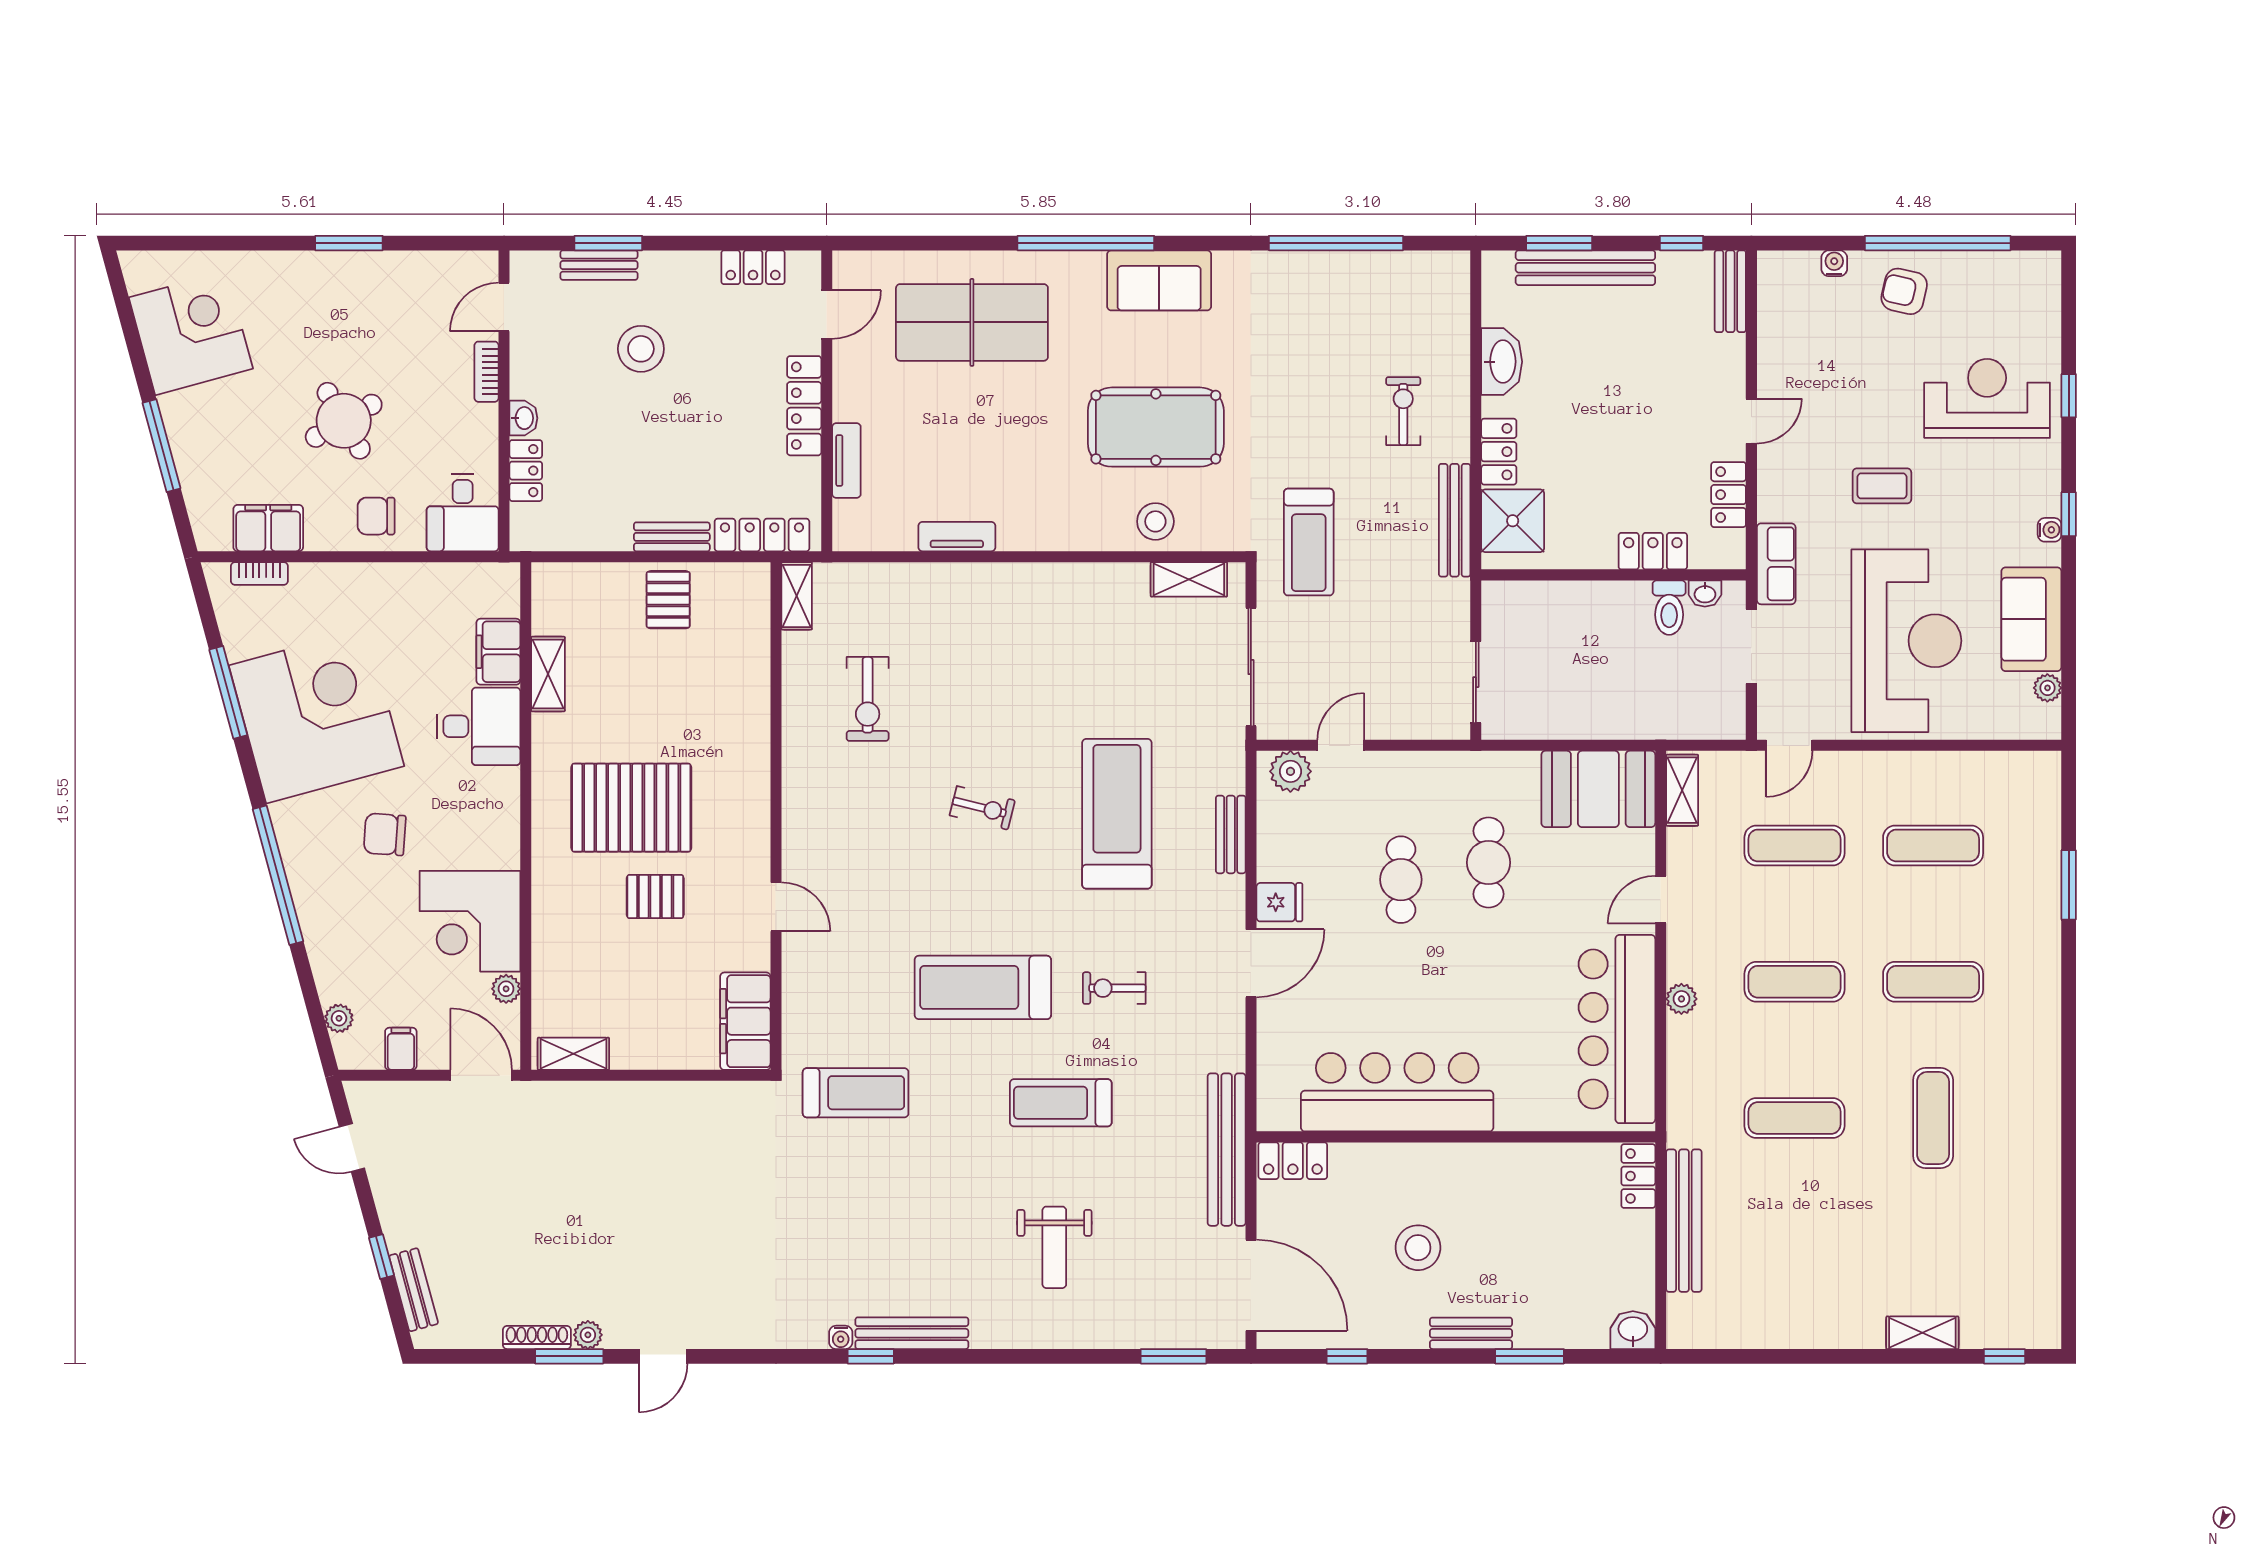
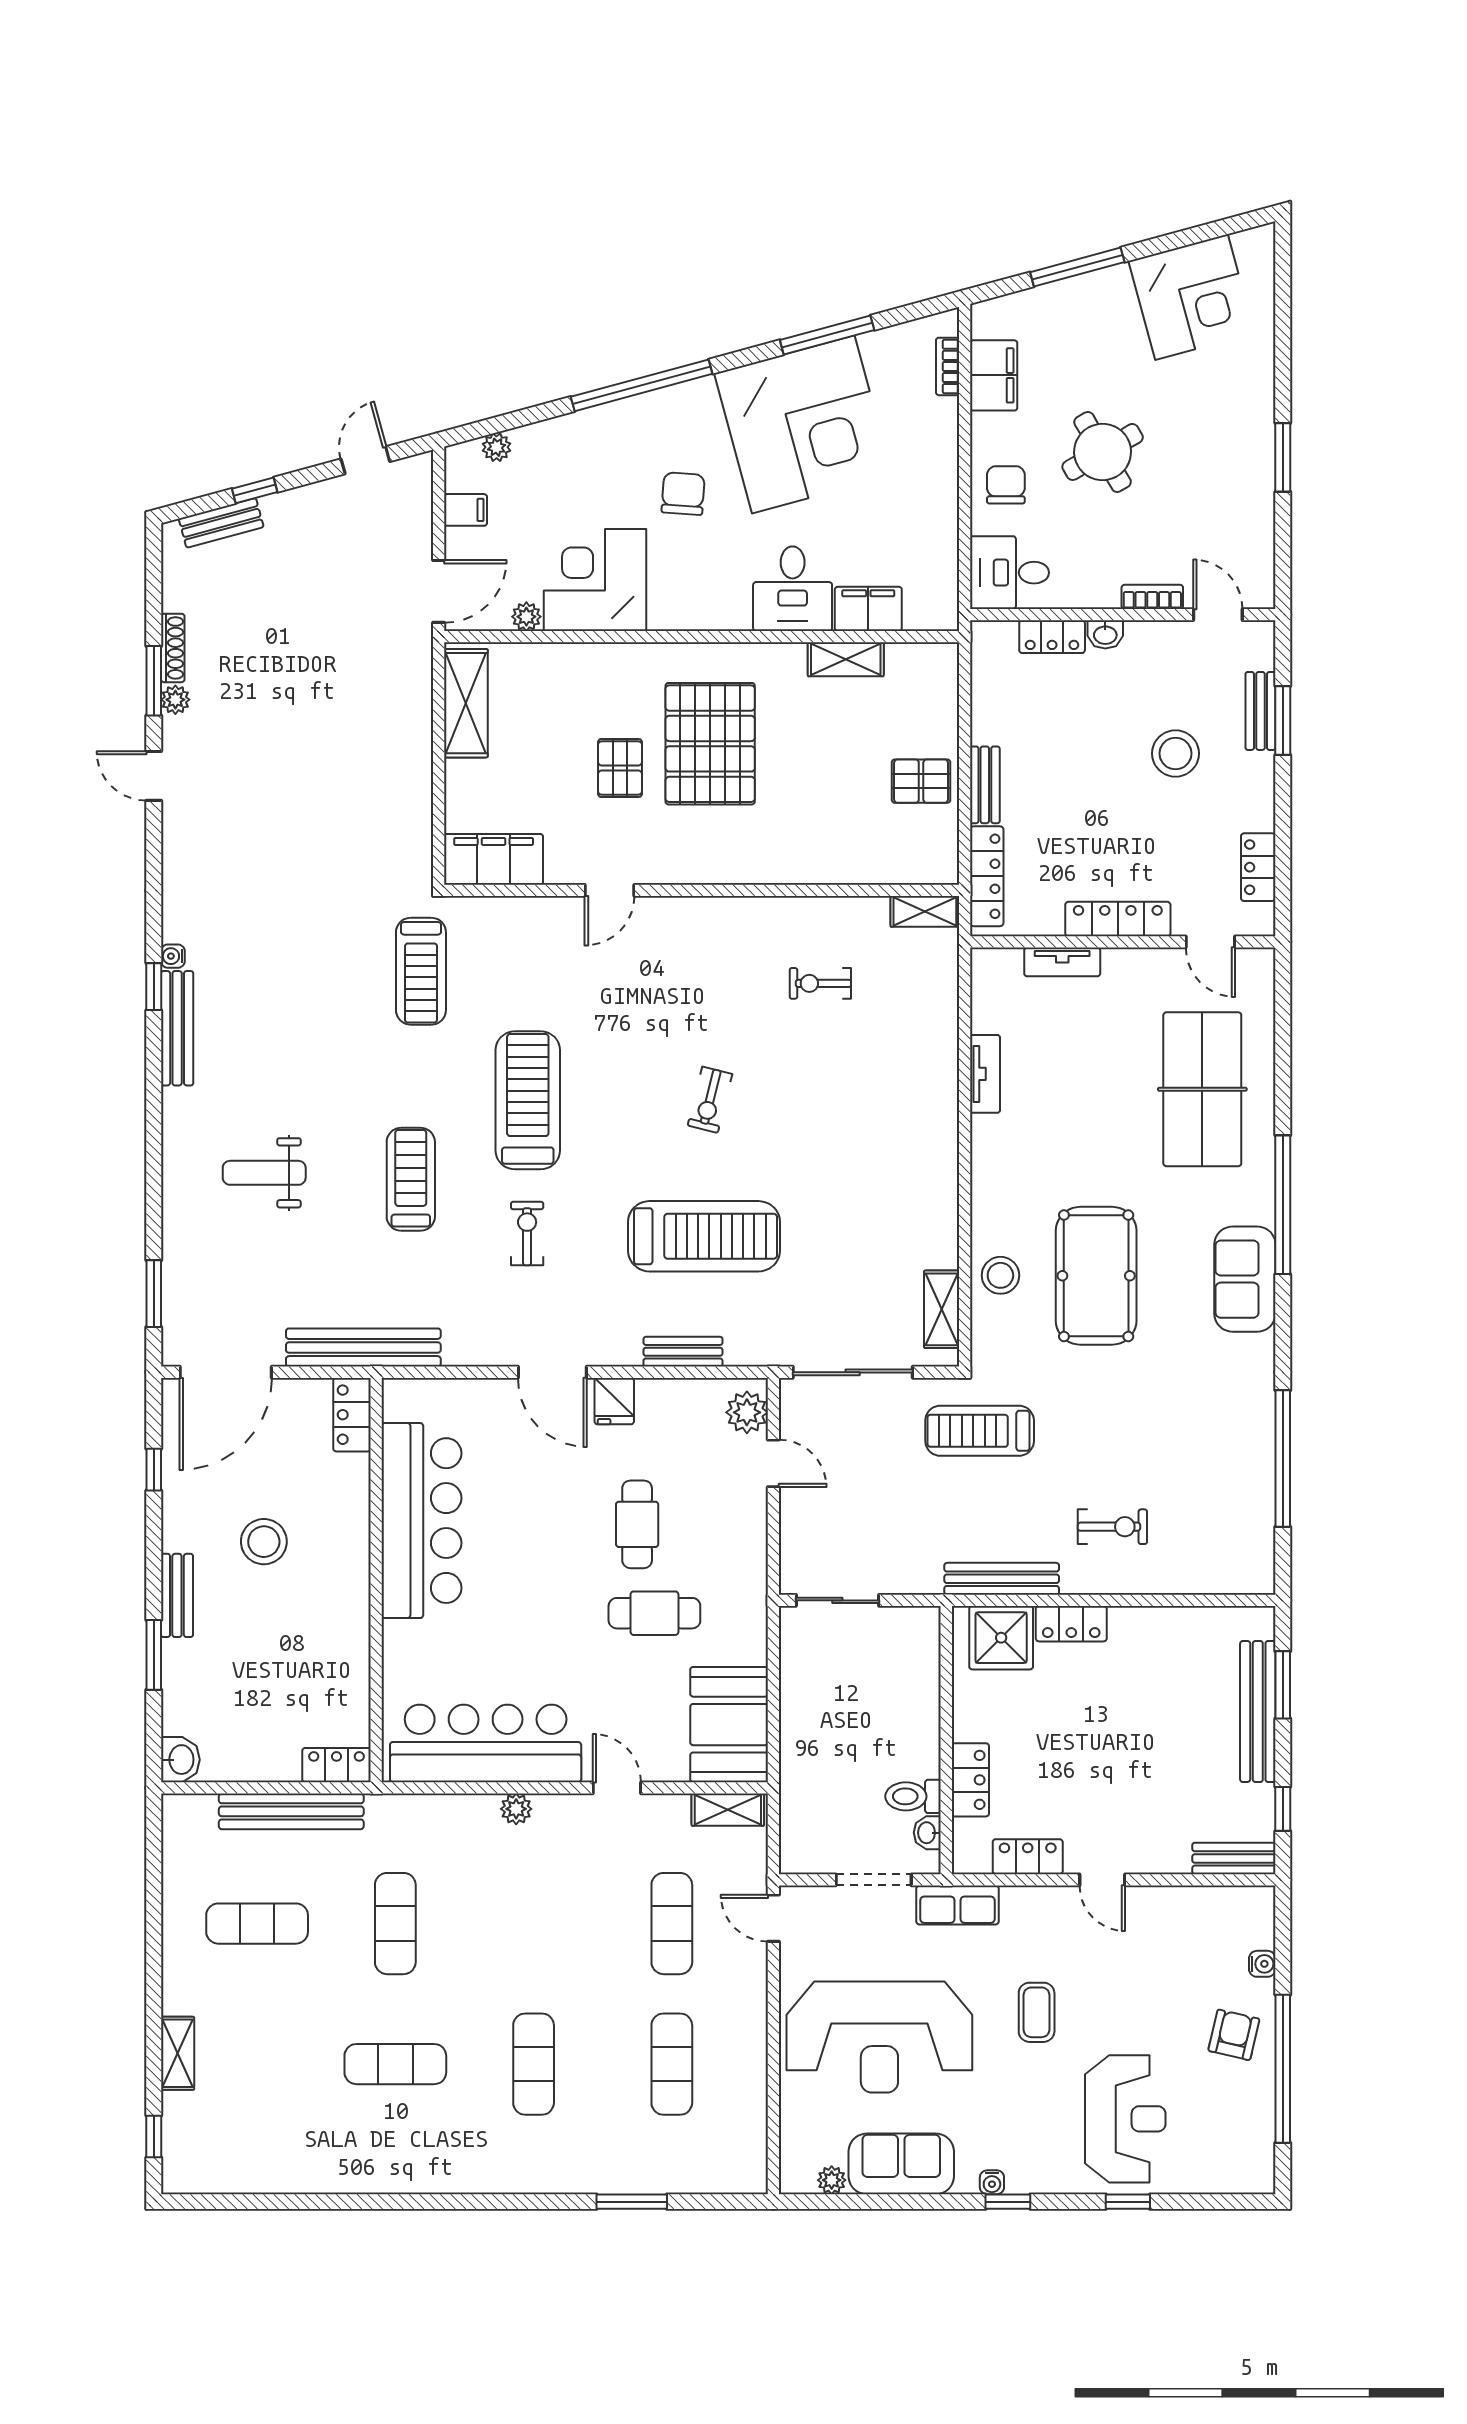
washbasin: (1502, 362) -> (1163, 1627), removed
exercise bike: (868, 699) -> (820, 983), width x0.73, depth x0.72
cafe table: (1401, 880) -> (637, 1524), turned 90
exercise mat: (1794, 982) -> (257, 1924), moved, turned 90
shelving: (573, 1054) -> (466, 703), width x1.50, depth x1.33

